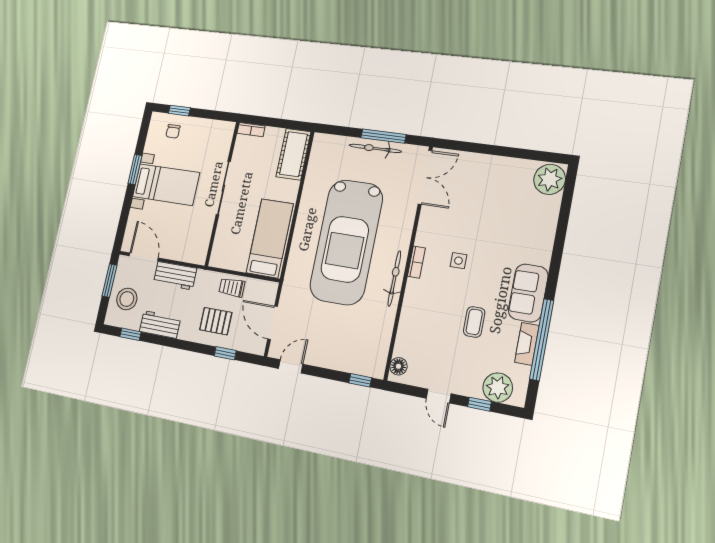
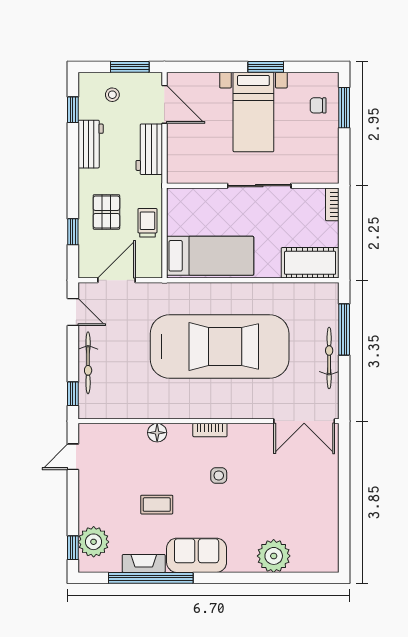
window: (179, 111) -> (344, 108), width x1.50
window: (383, 136) -> (344, 329), moved
plant: (550, 179) -> (274, 556), moved
car: (346, 242) -> (220, 346), turned 180
door: (144, 257) -> (164, 104), hinge flipped
bicycle: (394, 278) -> (88, 363), moved, turned 90
stool: (127, 299) -> (112, 95), width x0.53, depth x0.53
floor lamp: (398, 366) -> (157, 433), moved
door: (439, 396) -> (73, 457), moved
window: (479, 404) -> (73, 548), moved

